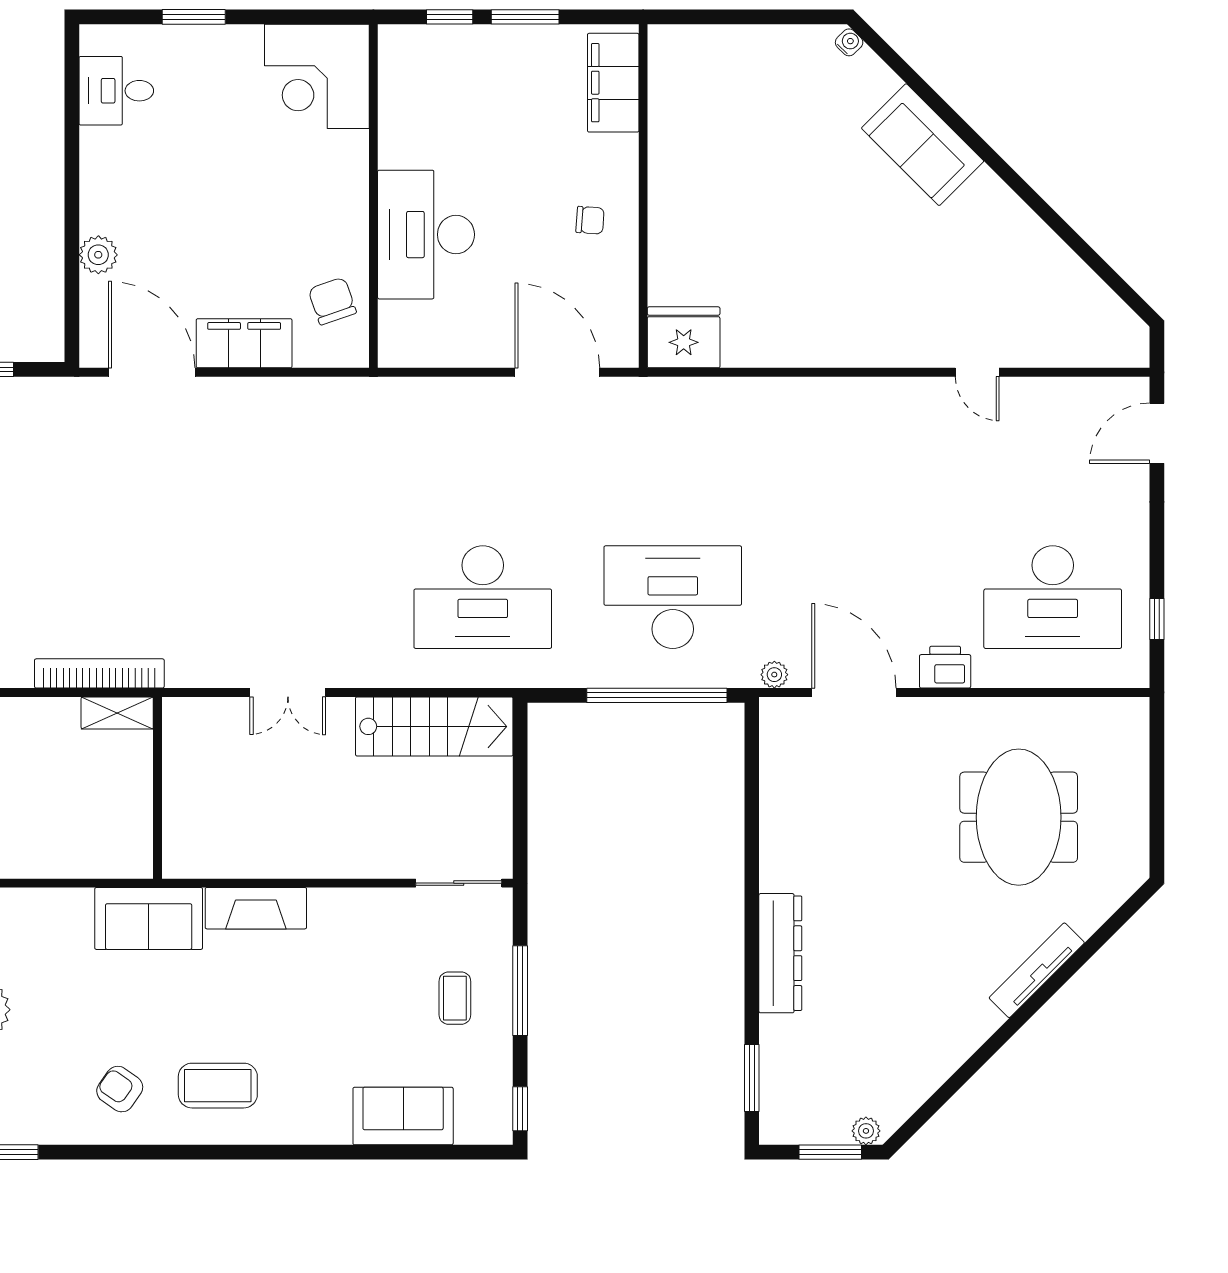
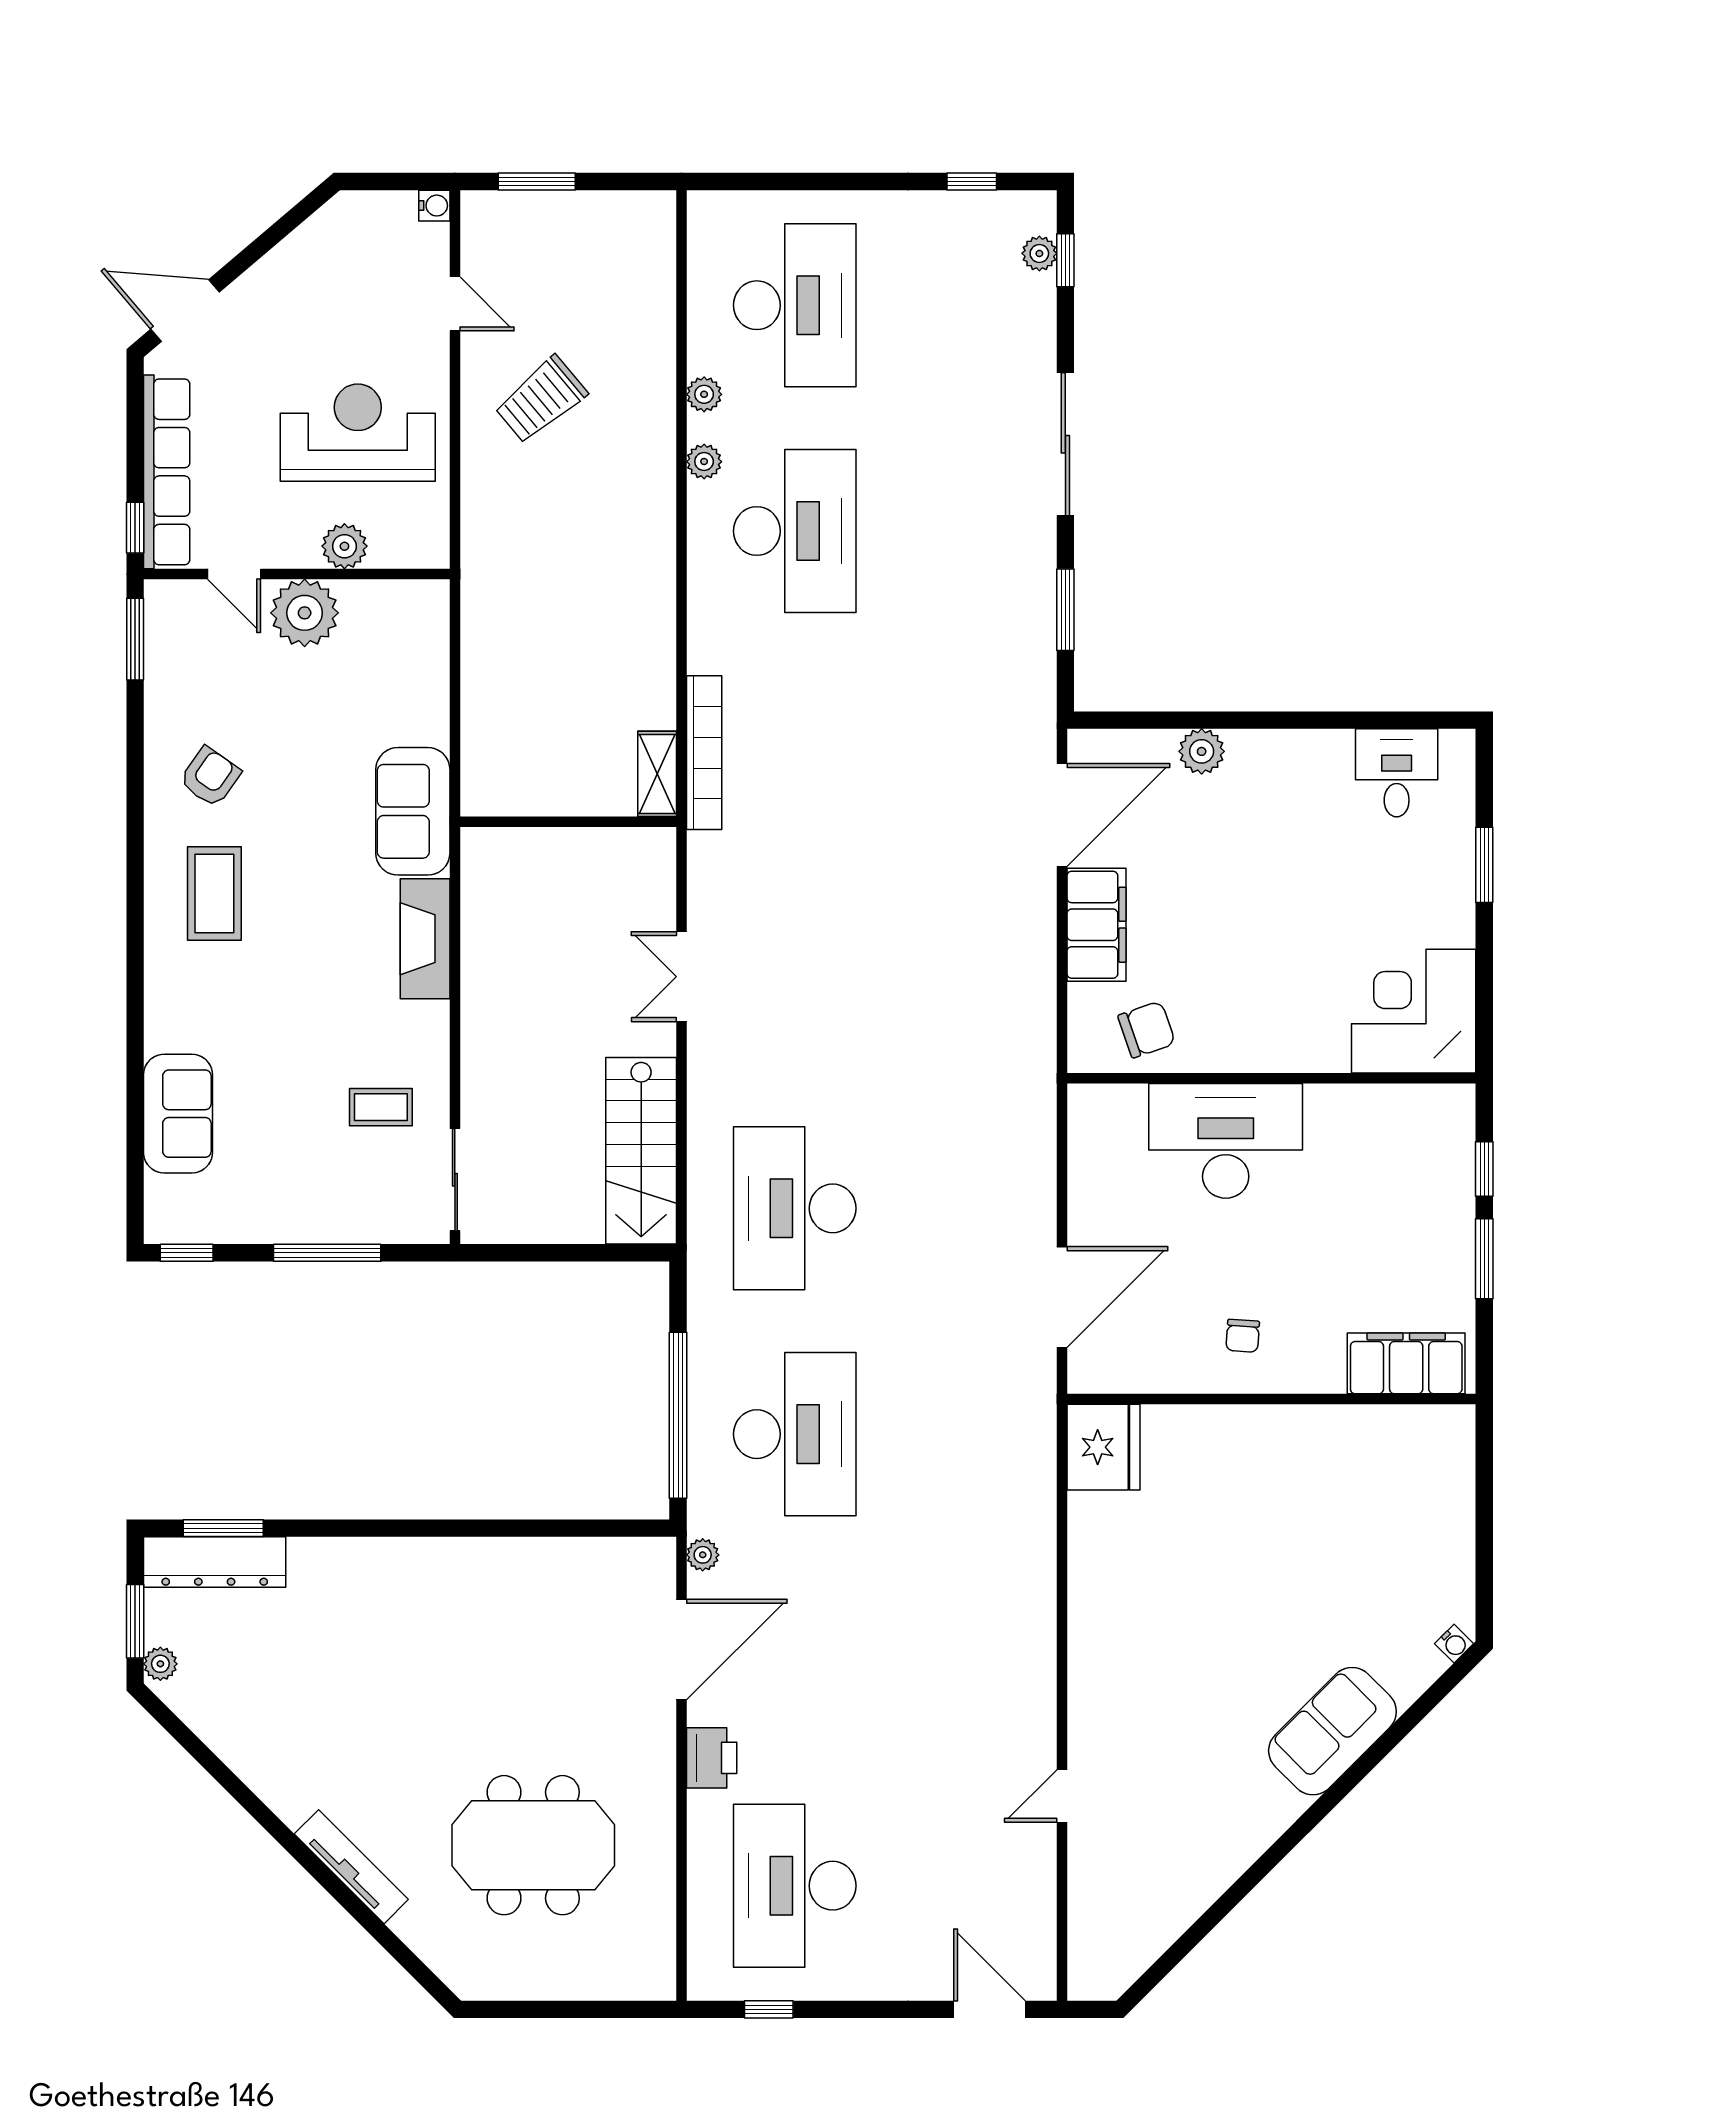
dresser: (780, 953) -> (215, 1562), moved
coffee table: (455, 998) -> (381, 1107), moved

